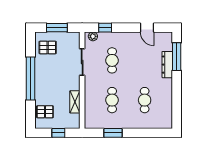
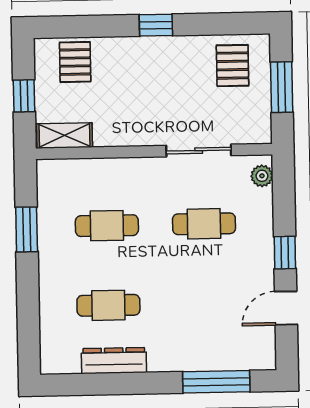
window: (105, 28) -> (285, 253), moved
dresser: (167, 65) -> (114, 361), moved
window: (31, 78) -> (156, 25), width x0.32
shelving: (75, 102) -> (65, 135), moved

